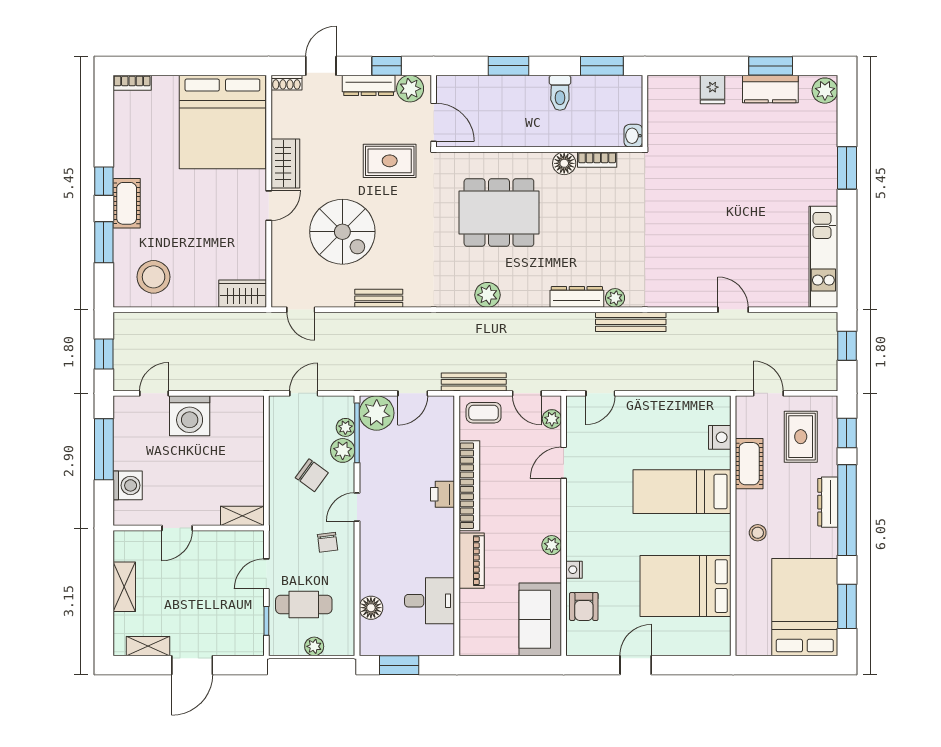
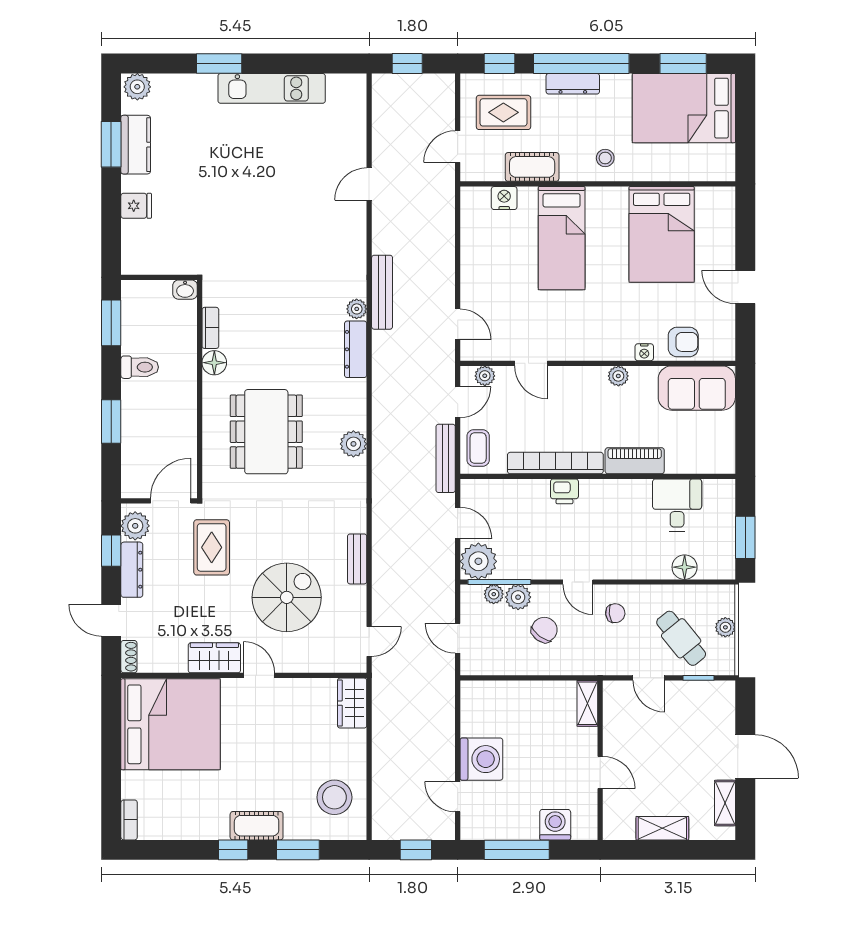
kitchen unit: (823, 257) -> (272, 88), moved
cafe table: (304, 605) -> (681, 638), turned -39

